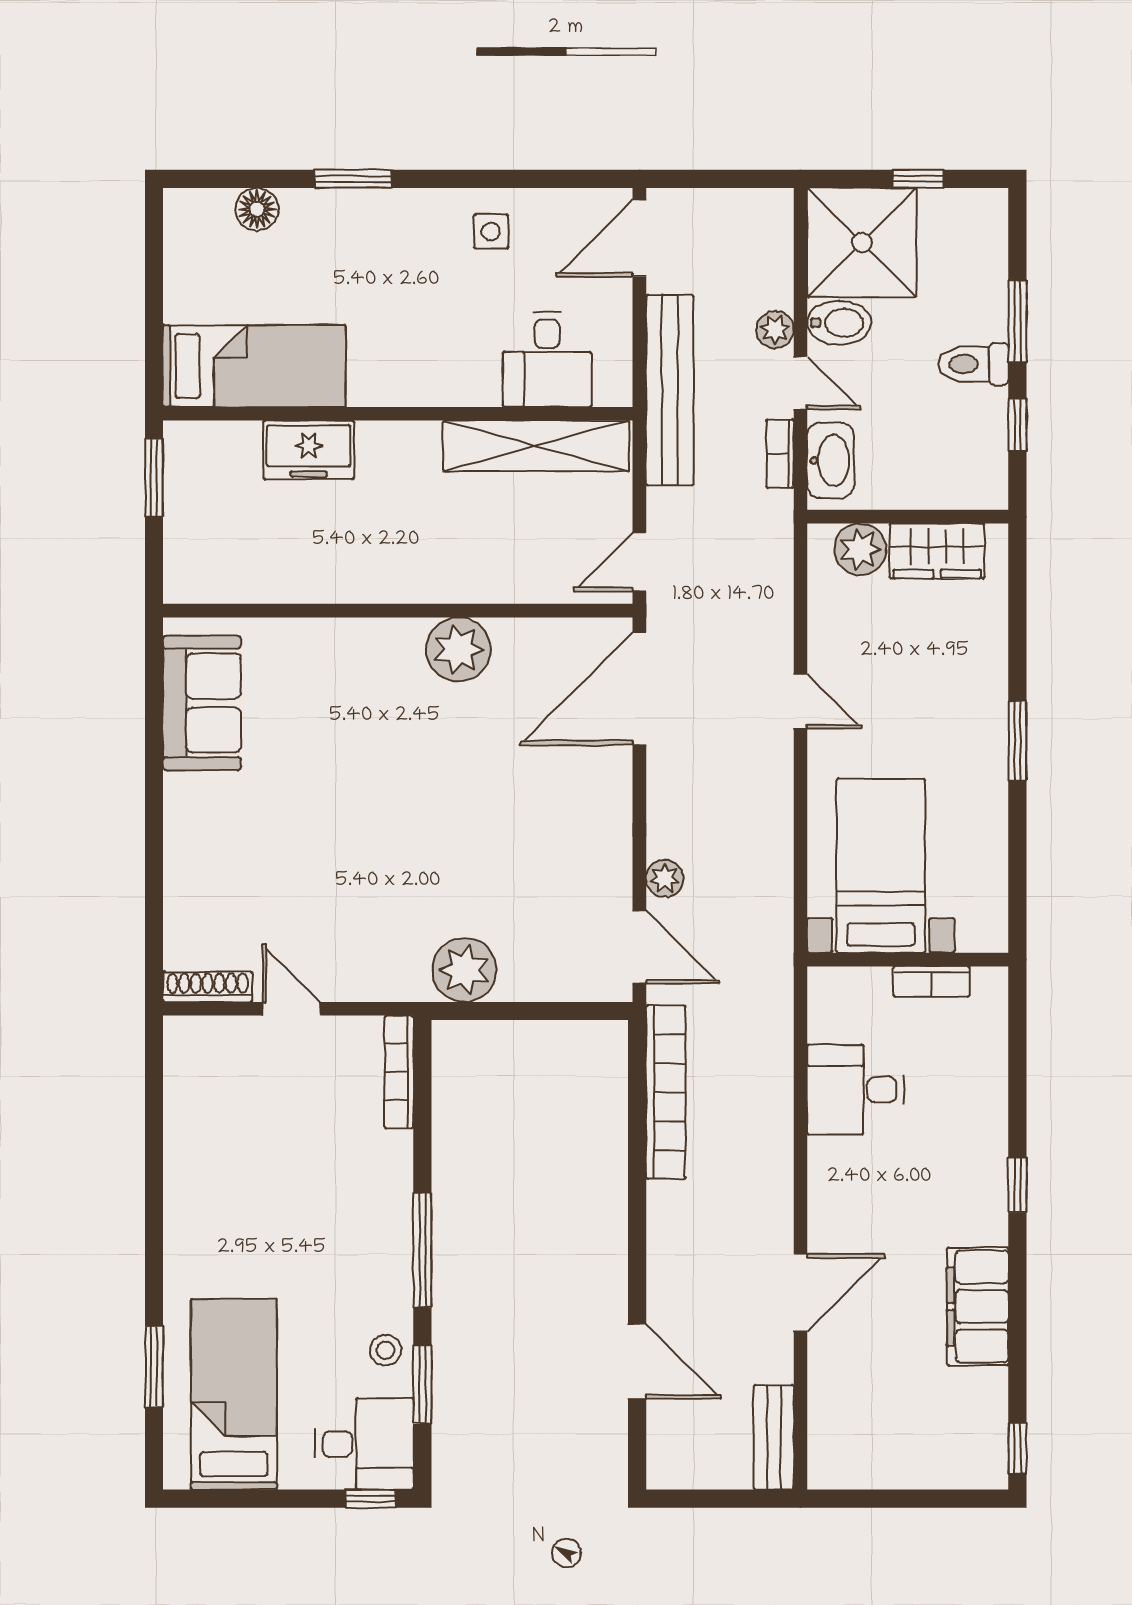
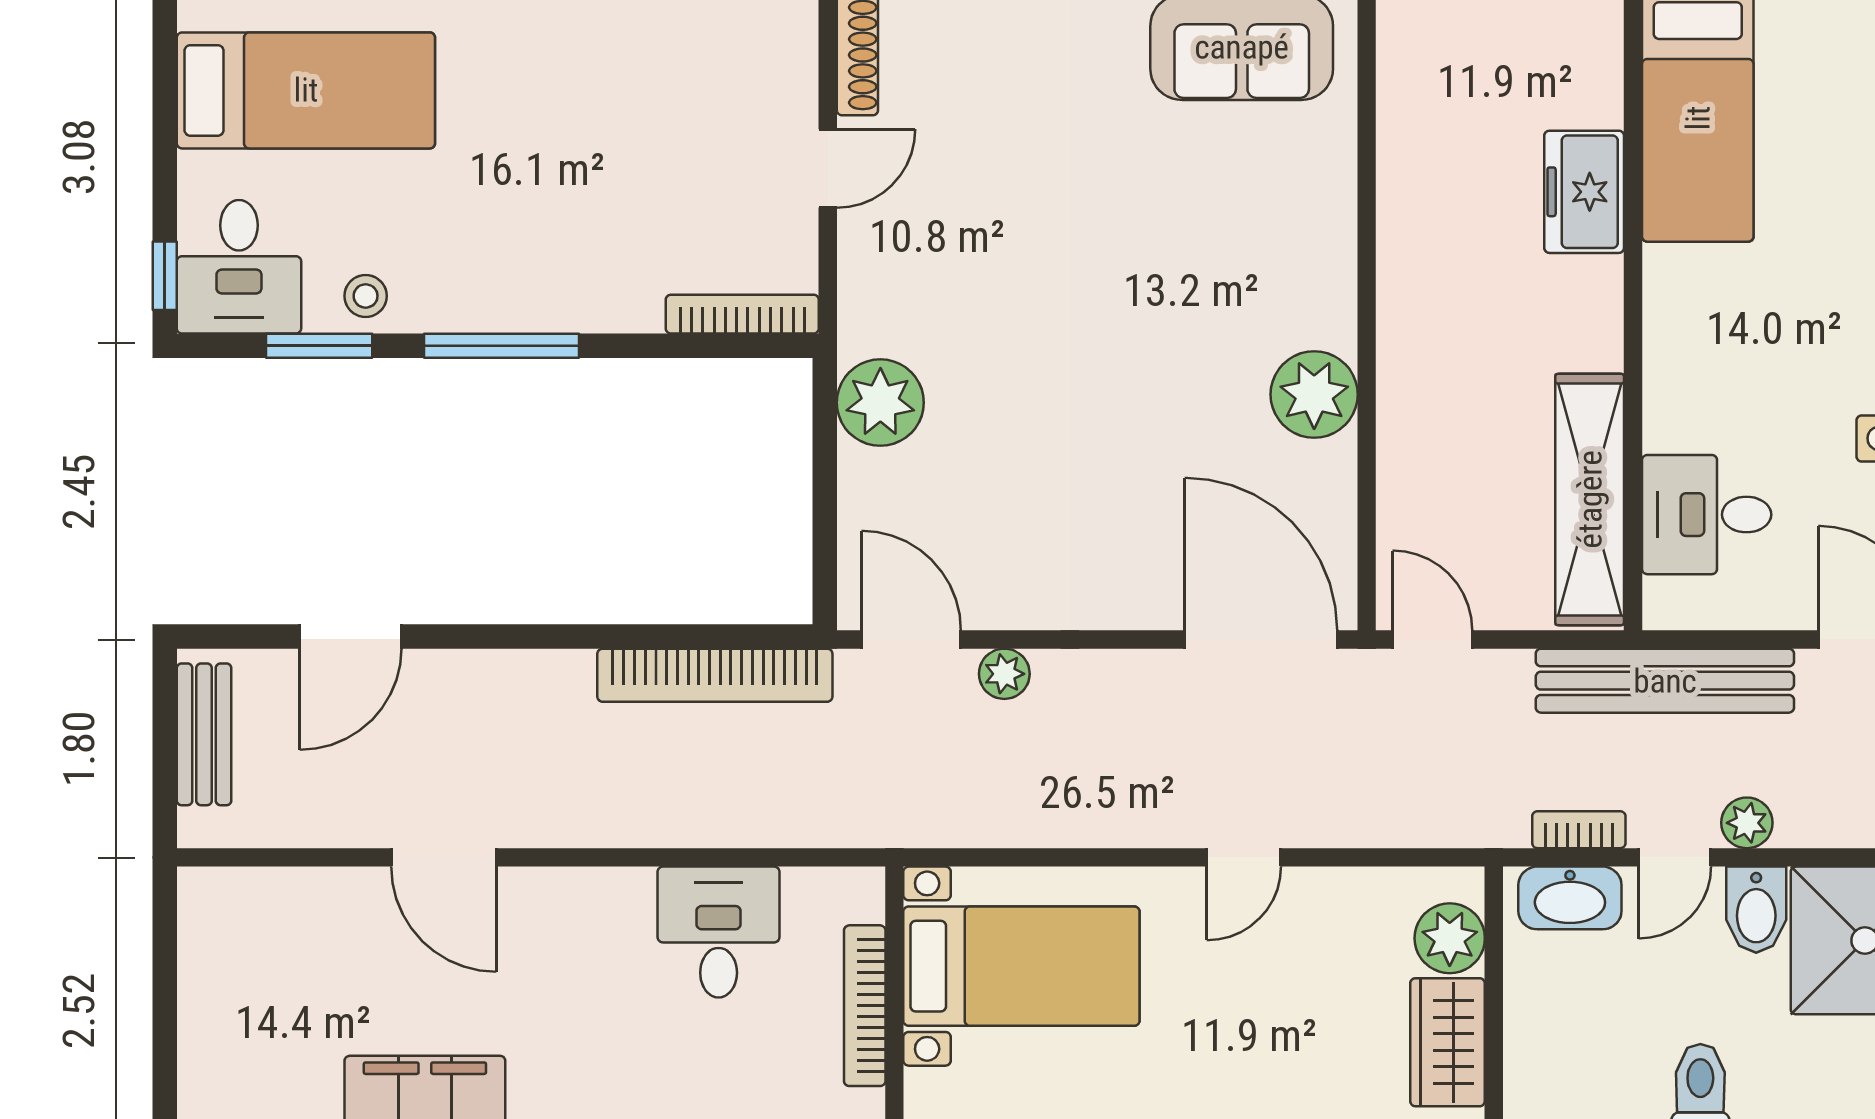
door: (639, 947) -> (911, 639), swing flipped
bookcase: (931, 982) -> (865, 1006), width x1.56
bench: (774, 1437) -> (204, 734), moved, turned 90

